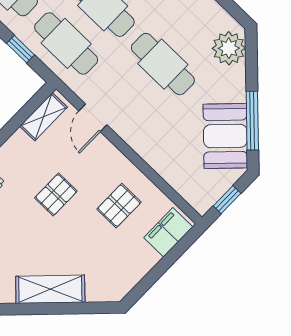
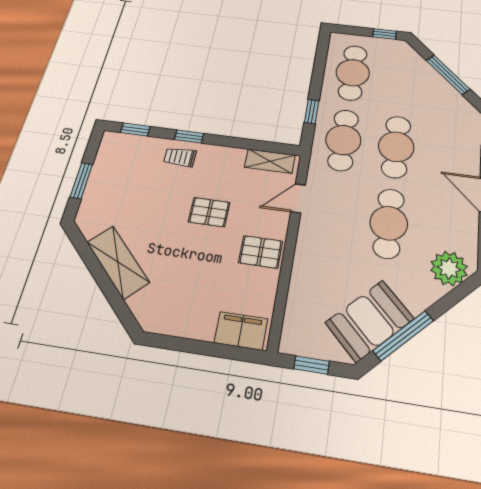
pallet: (119, 206) -> (261, 252), moved

